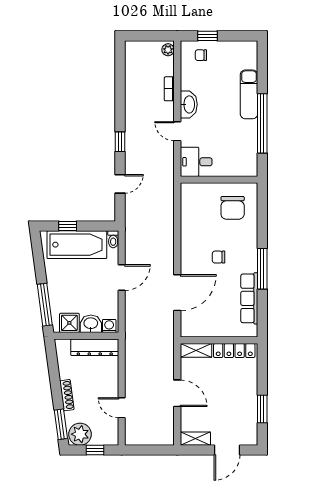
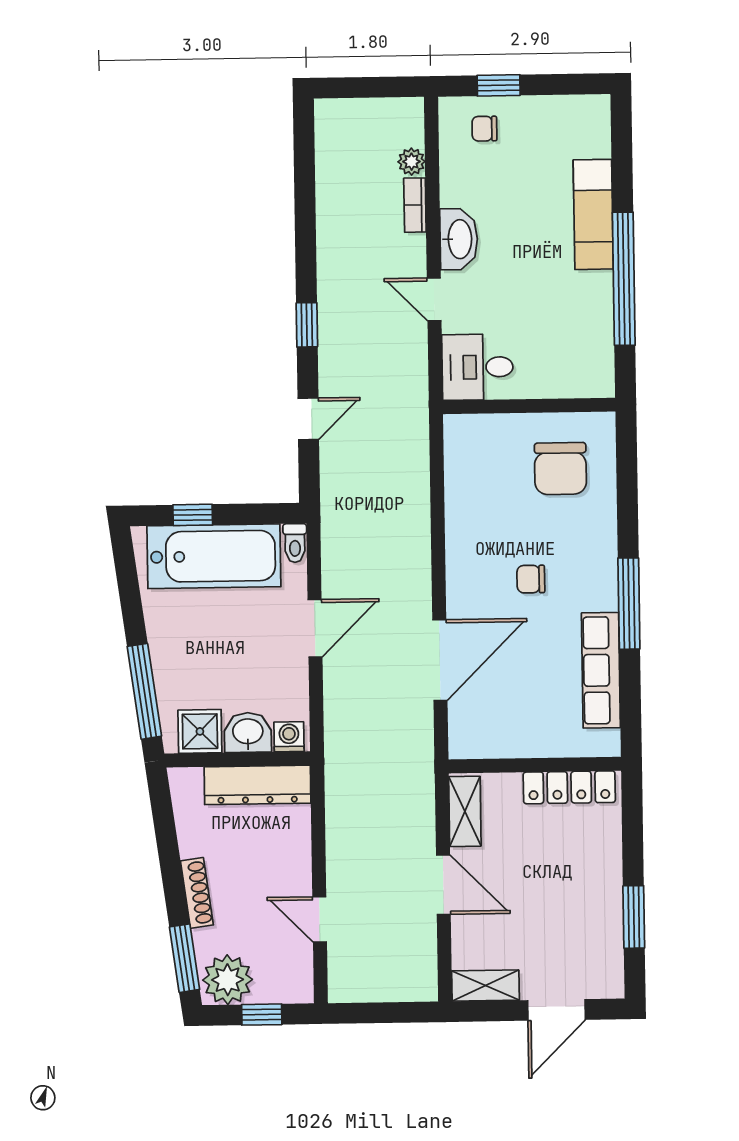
plant: (168, 50) -> (411, 162), moved
shelving: (196, 350) -> (465, 811), moved, turned 90

